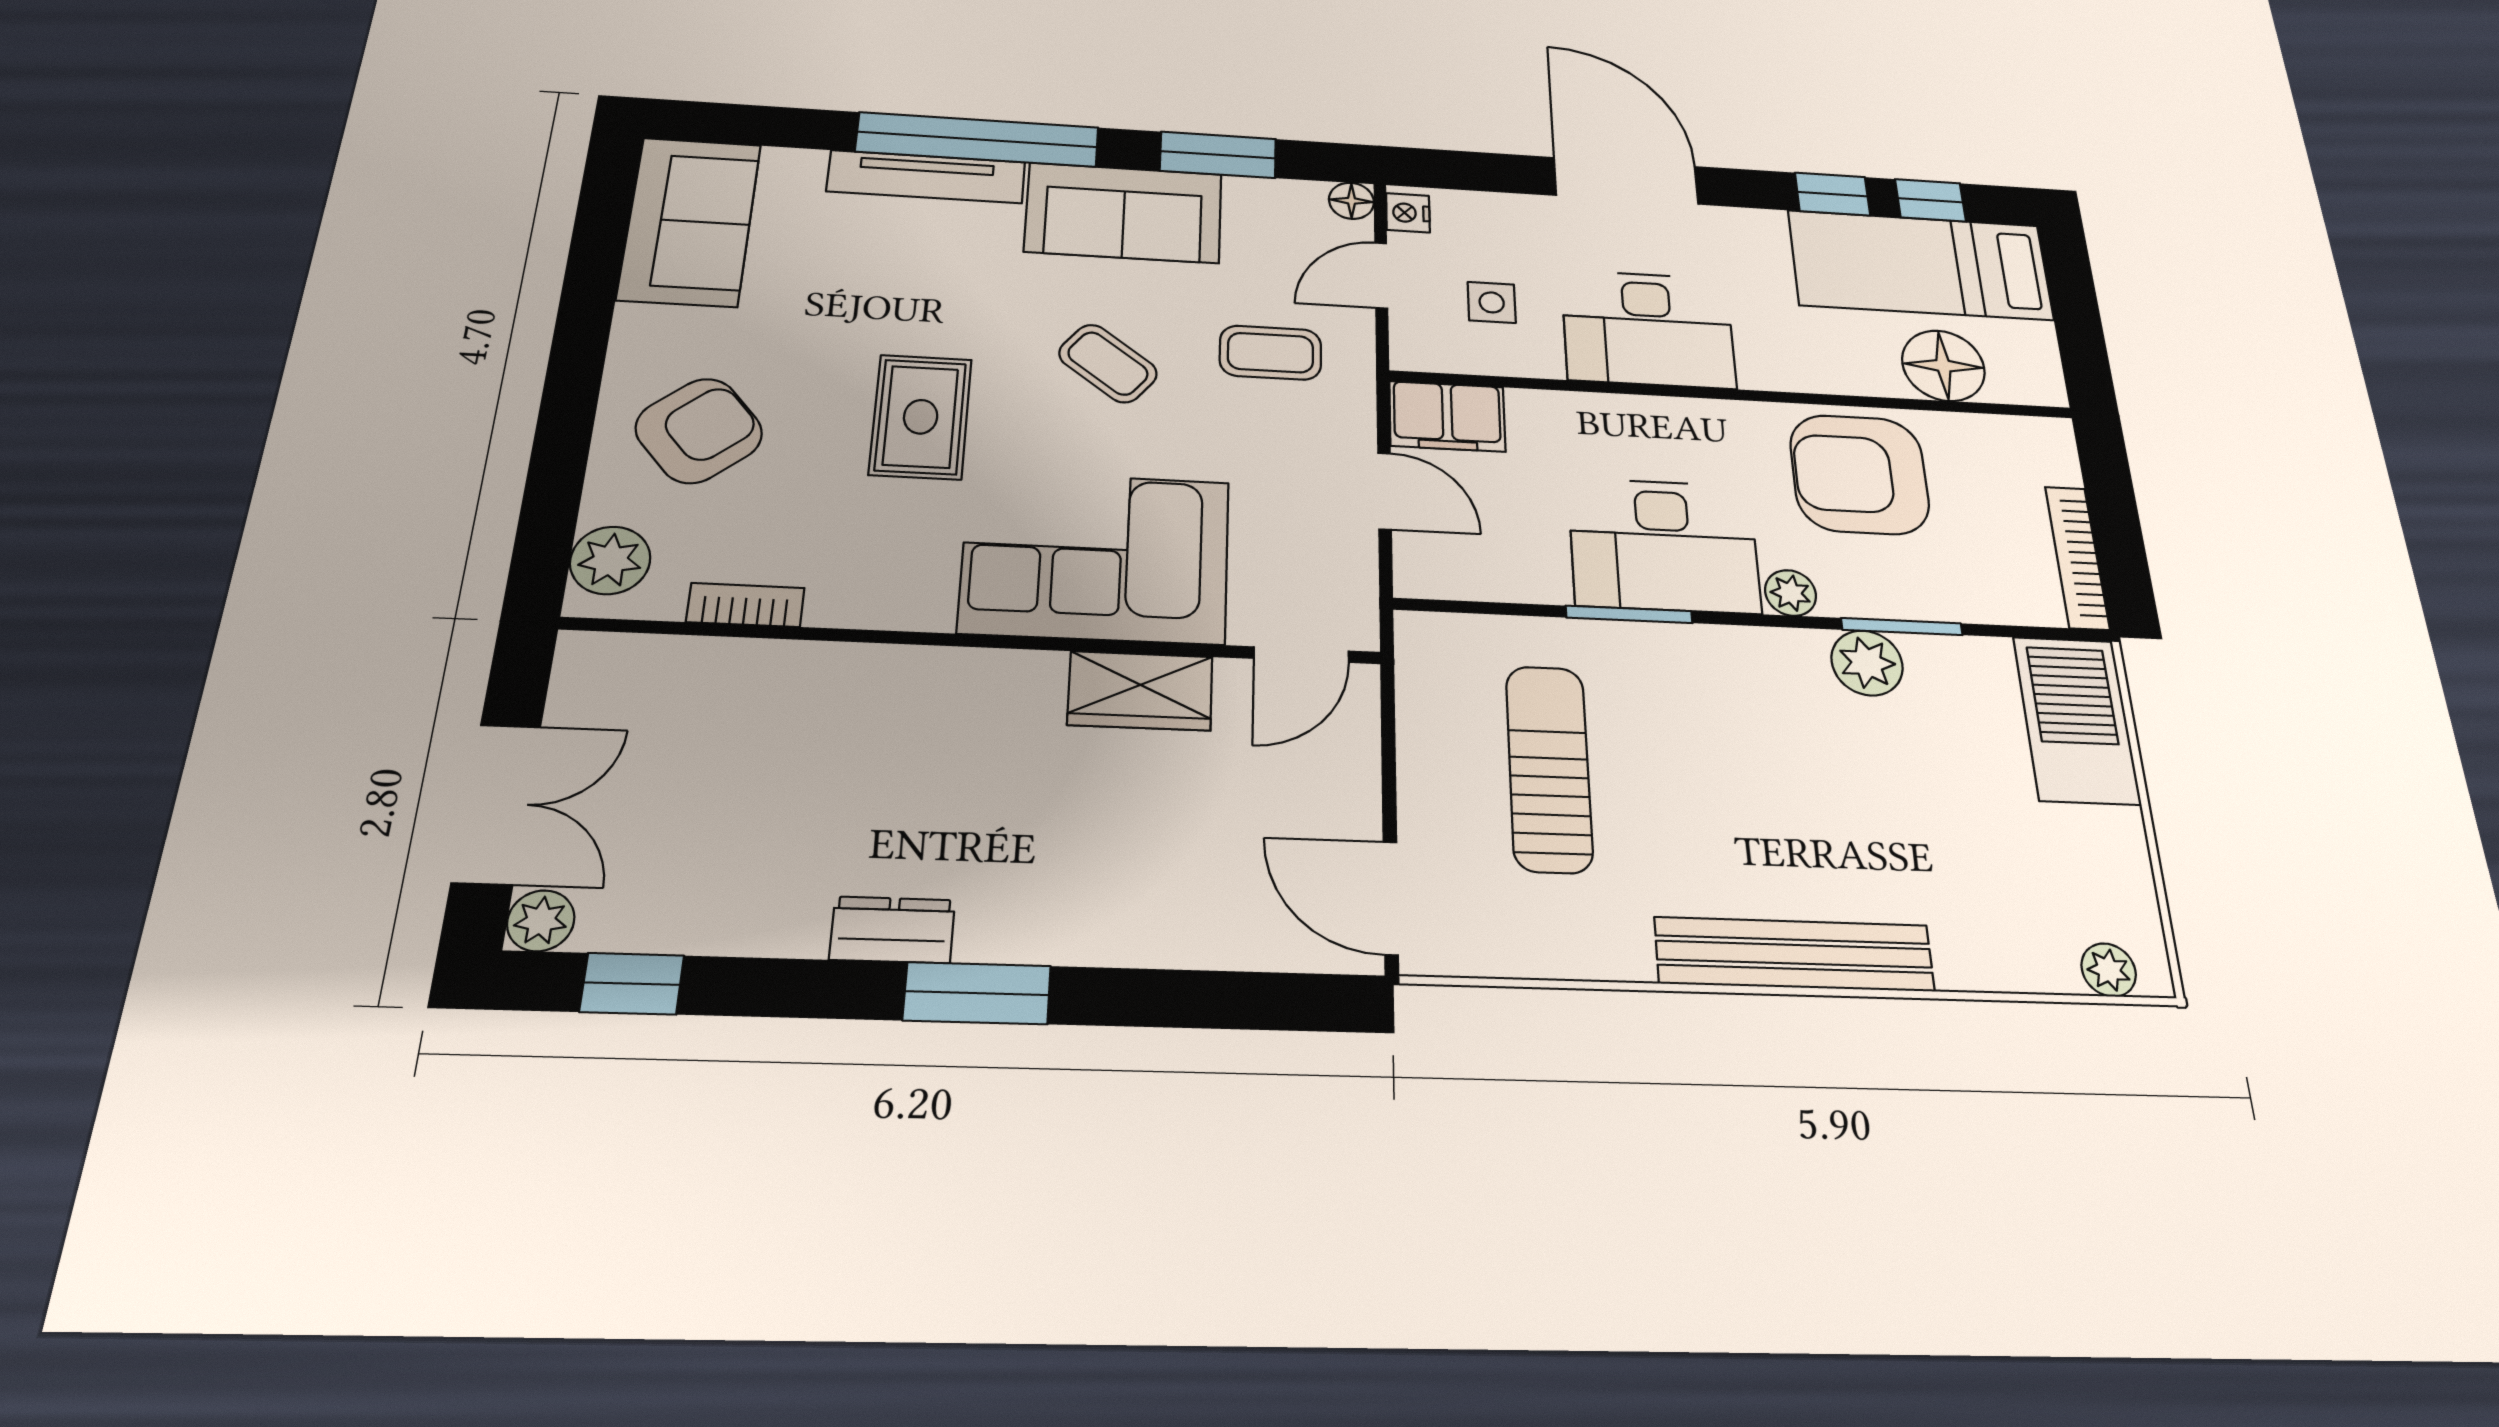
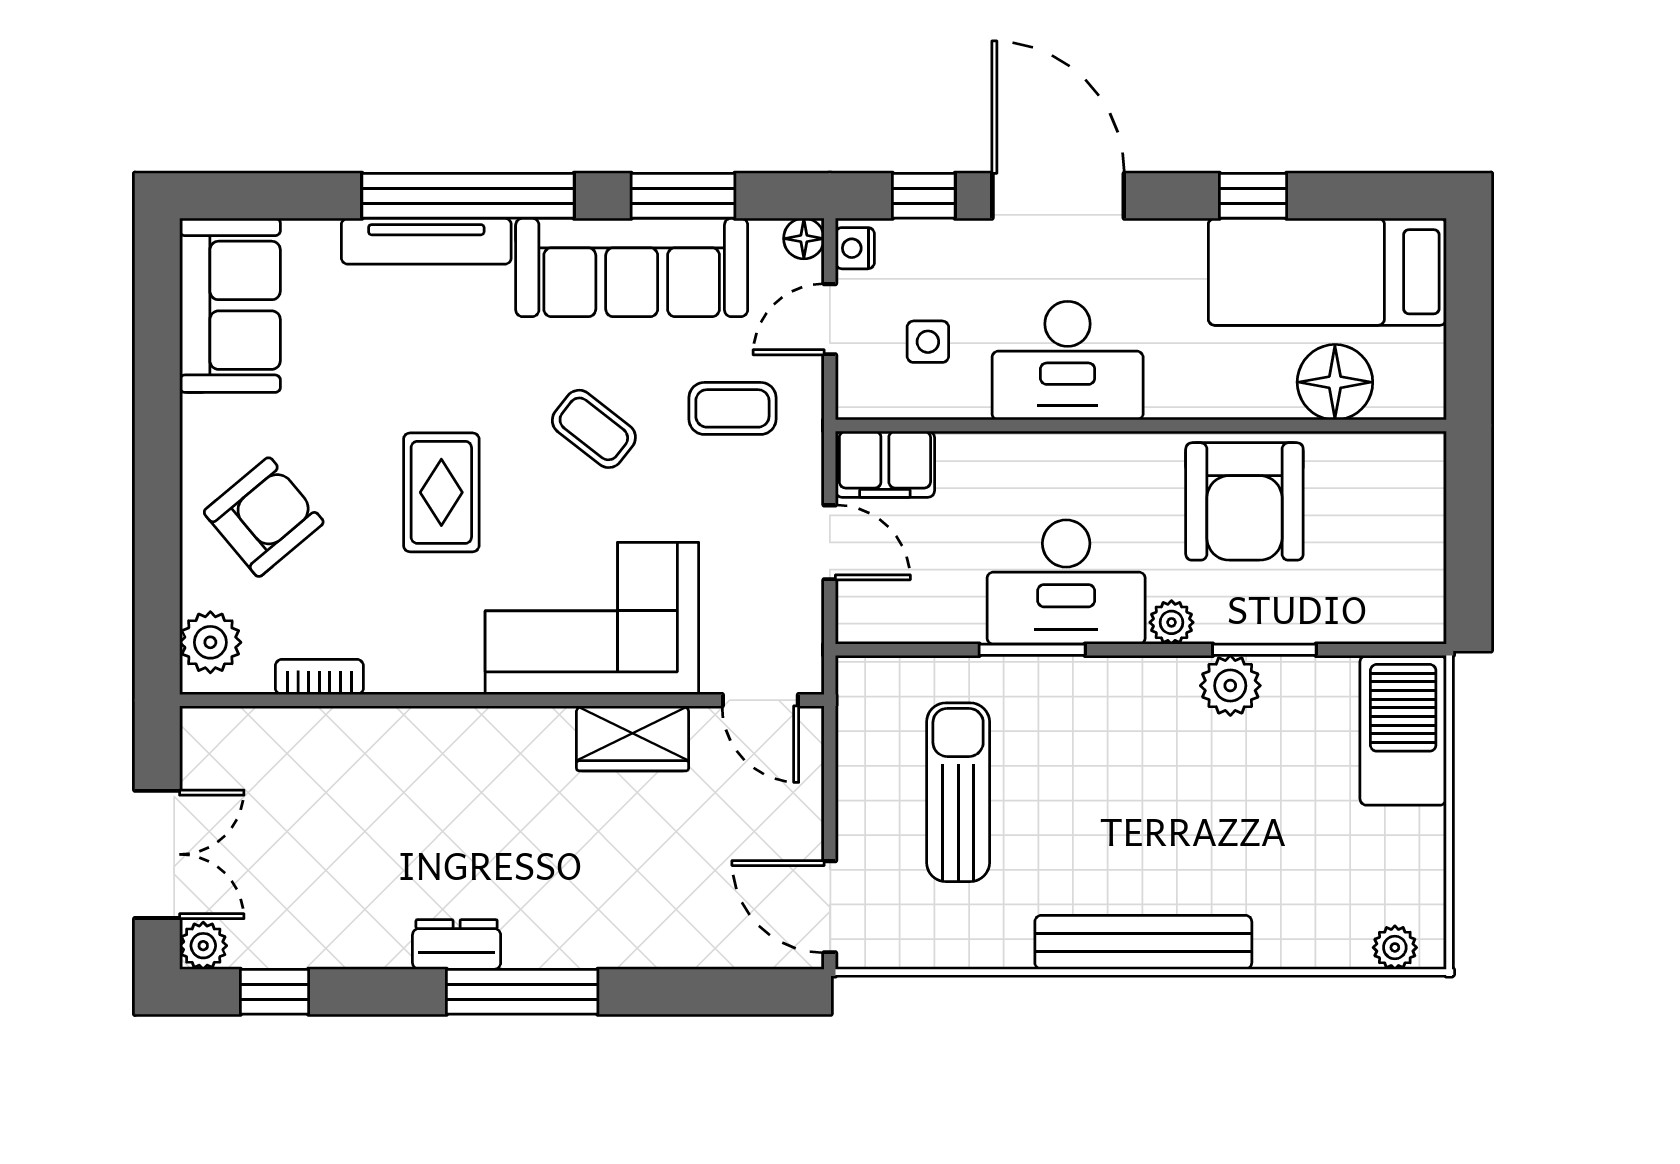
window: (1930, 200) -> (924, 196), moved
sofa: (1124, 213) -> (632, 267), width x1.36
armchair: (1859, 474) -> (1244, 501), turned -90
bookcase: (2077, 557) -> (1429, 574), removed
door: (1301, 655) -> (760, 700), hinge flipped
window: (977, 993) -> (522, 992), width x1.44

